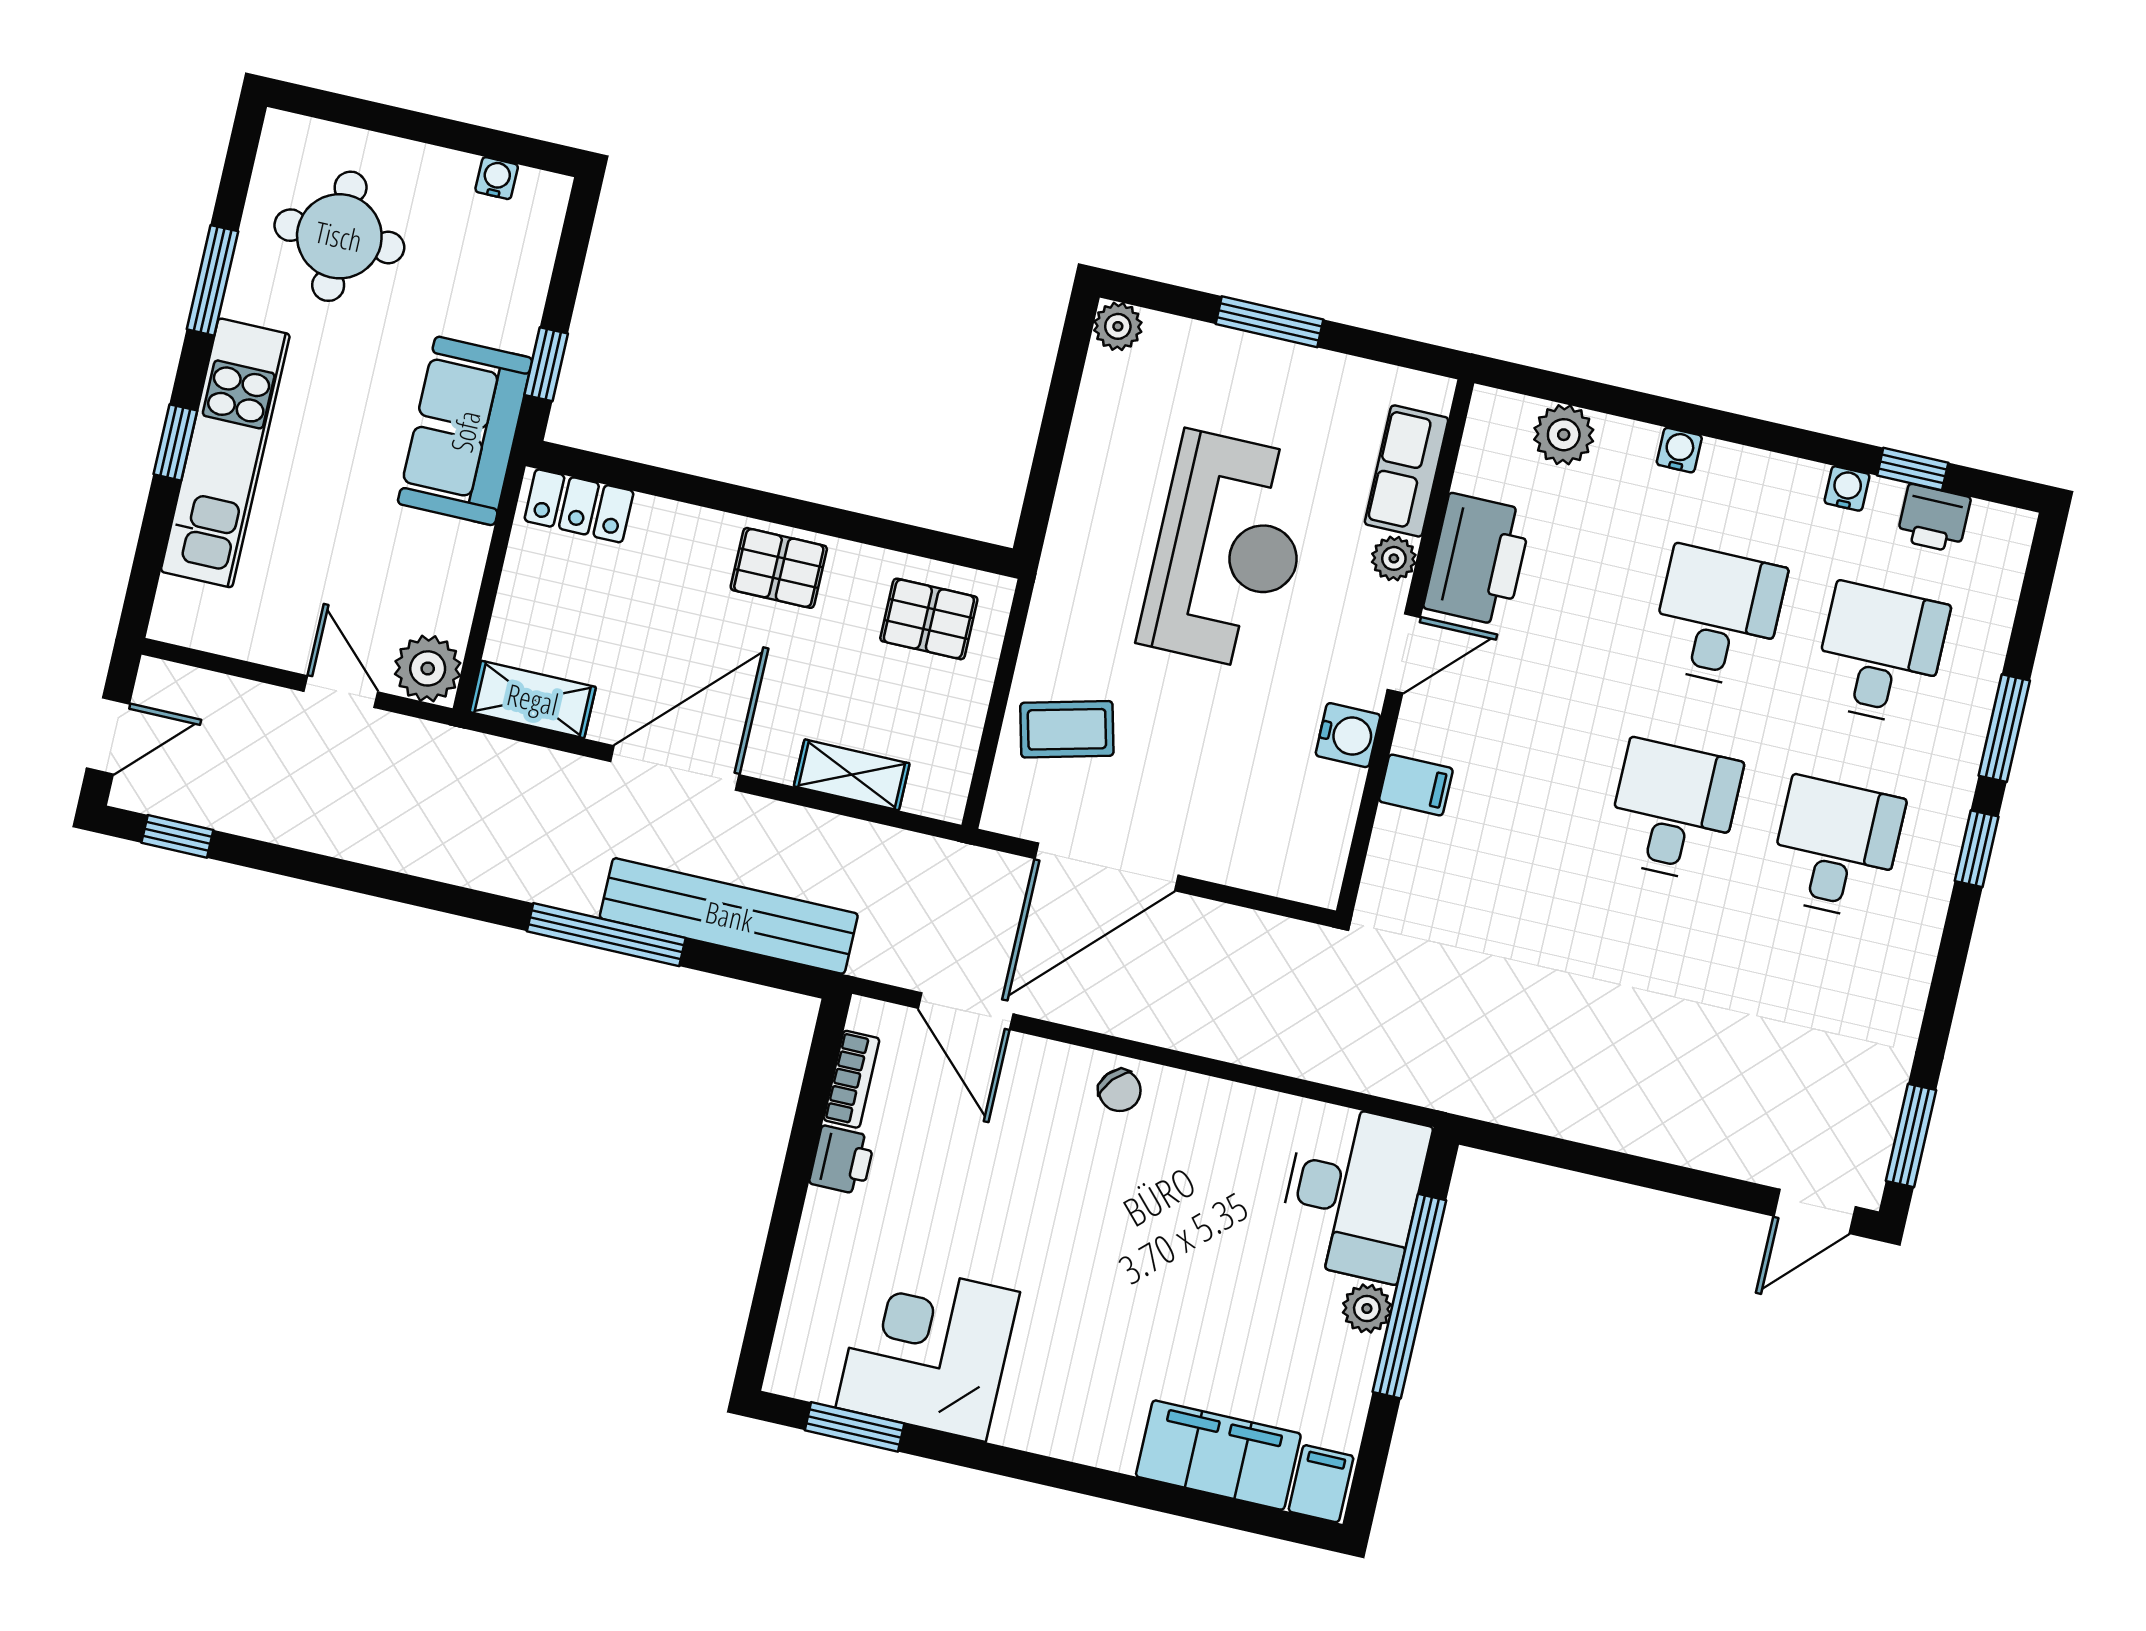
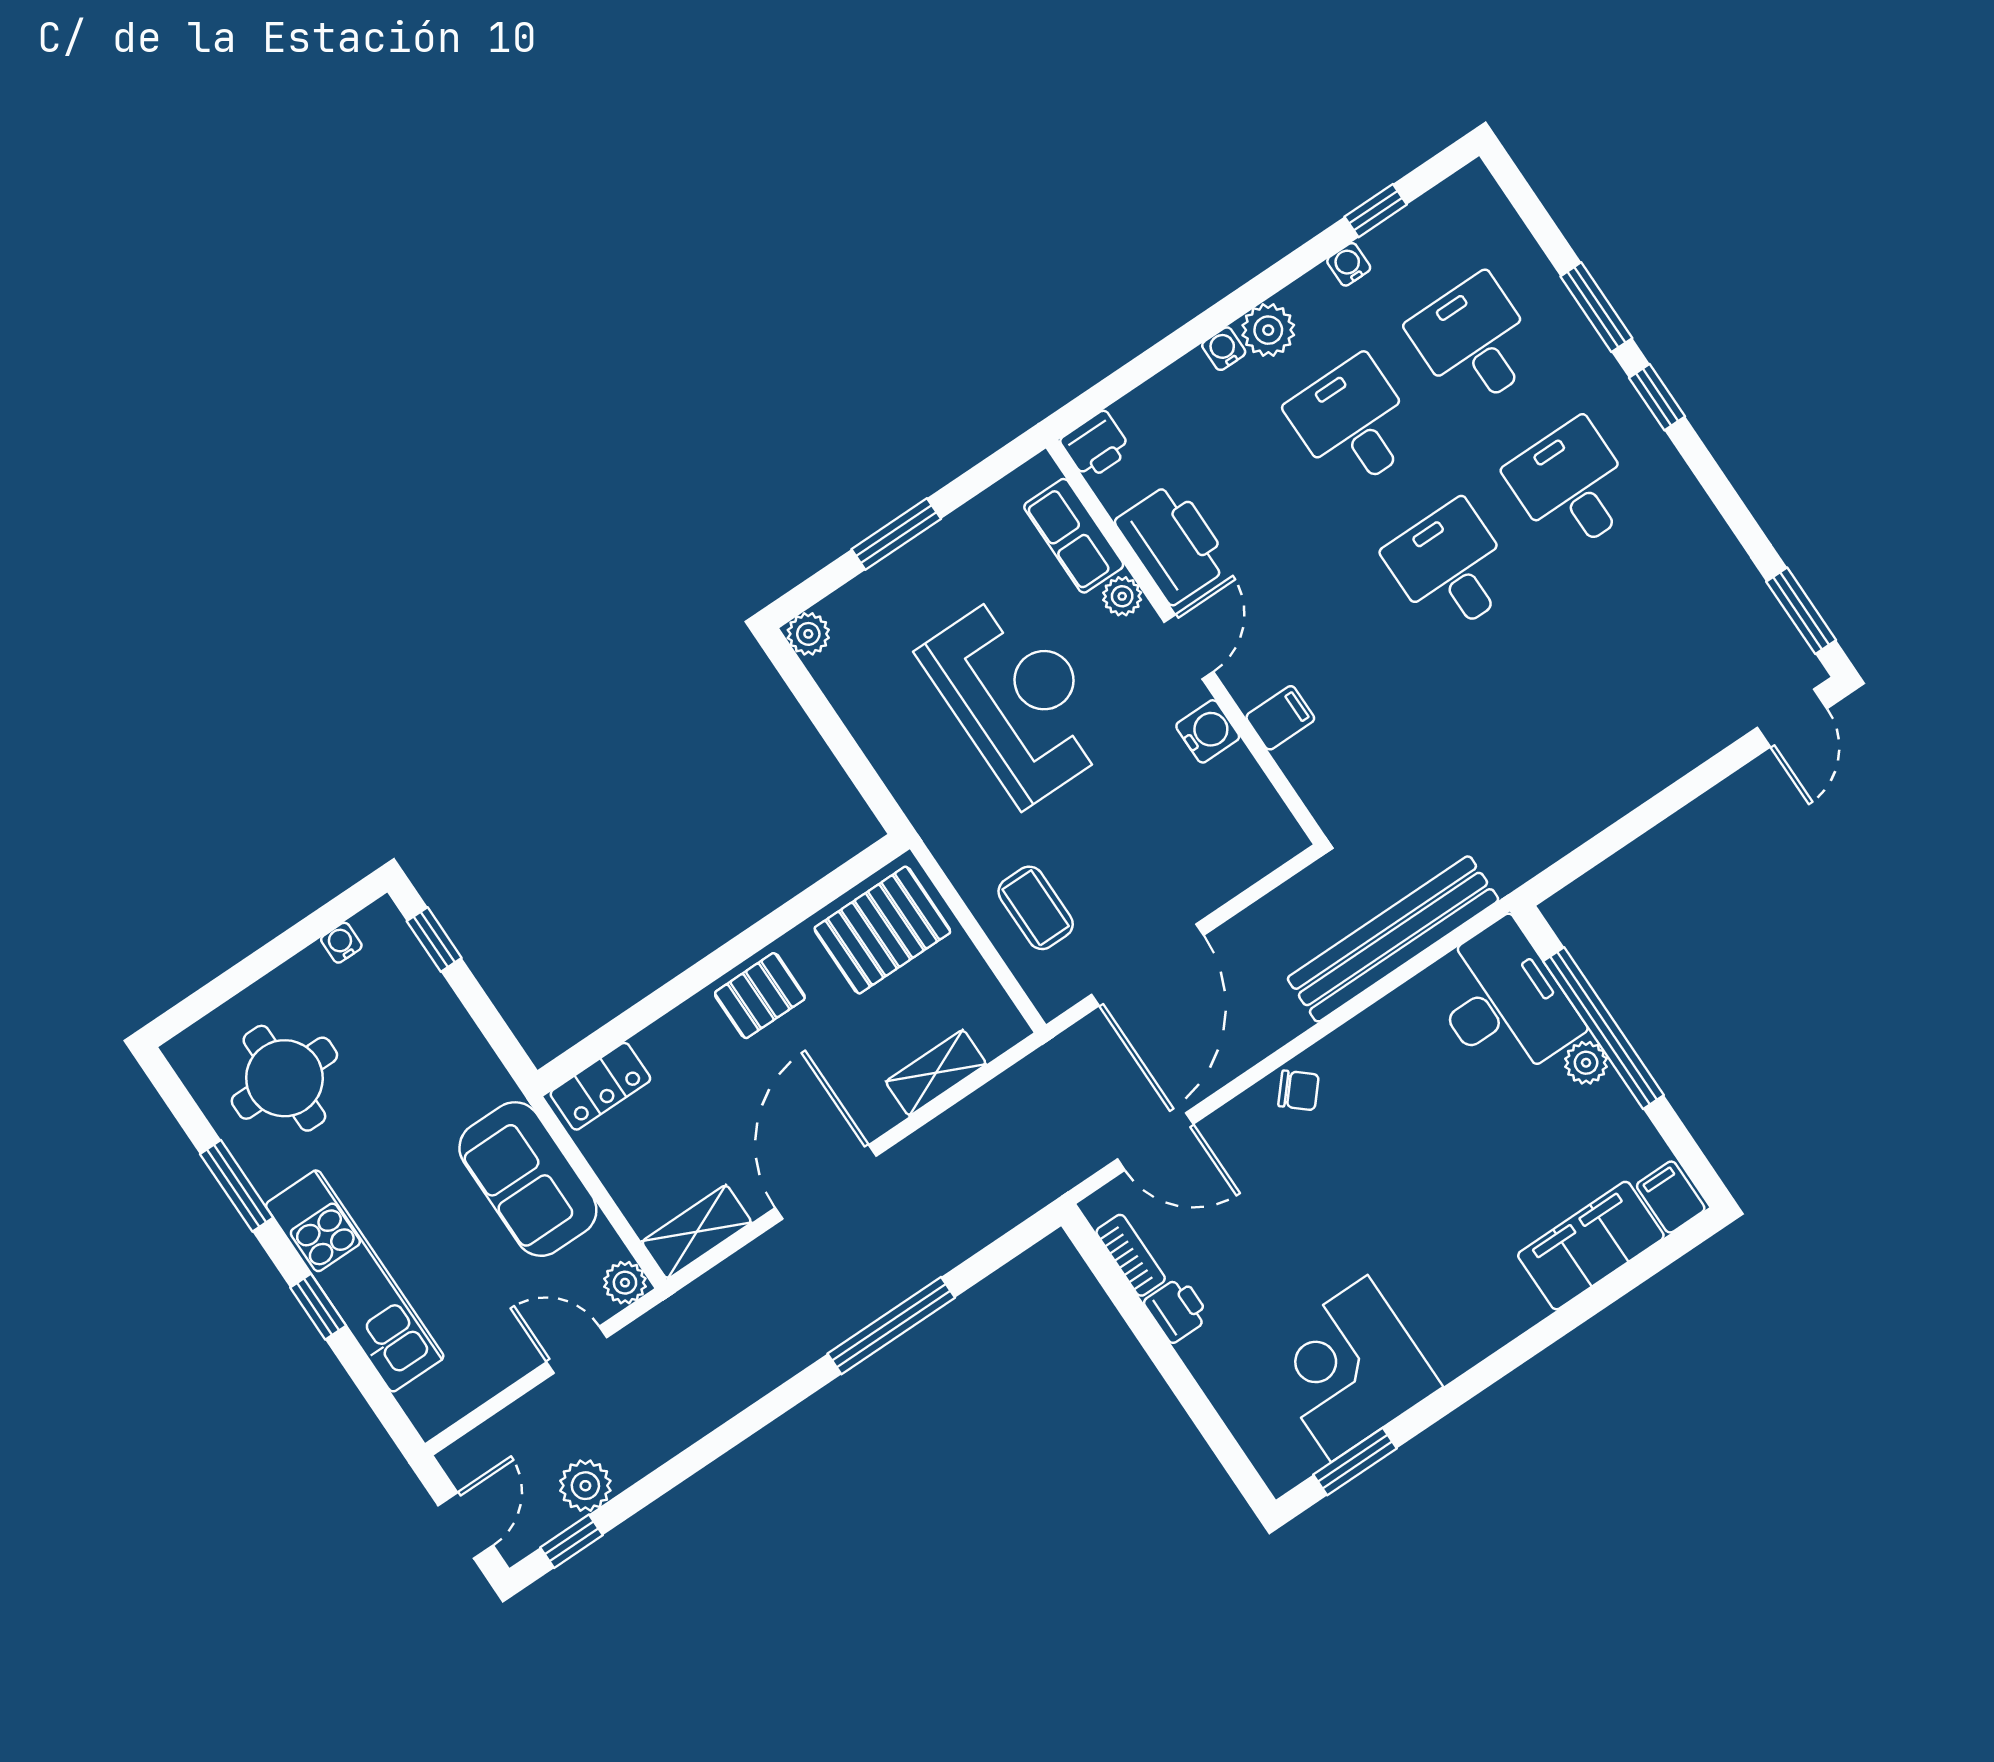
window: (546, 364) -> (434, 940), moved
sofa: (465, 431) -> (528, 1179), moved
plant: (1564, 435) -> (1268, 330), moved
printer: (1934, 518) -> (1096, 445), moved
pallet: (929, 619) -> (882, 930), width x1.50, depth x1.42
plant: (428, 668) -> (625, 1283), width x0.73, depth x0.73
coffee table: (1067, 729) -> (1036, 908), turned -76
plant: (235, 805) -> (585, 1486), added
bench: (729, 916) -> (1393, 939), moved

